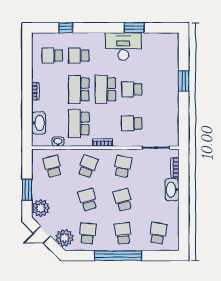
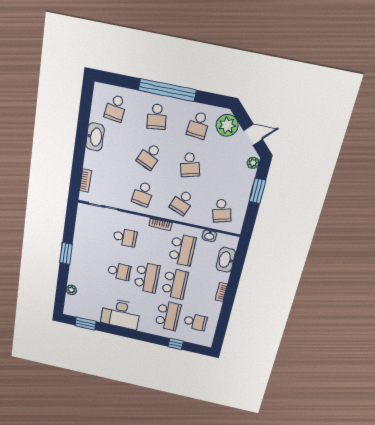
window: (134, 28) -> (85, 323), moved
school desk: (79, 56) -> (168, 316), width x1.85
plant: (174, 60) -> (71, 290), added
window: (184, 81) -> (66, 253), moved
washbasin: (172, 190) -> (95, 137), moved
school desk: (123, 200) -> (150, 156), turned 39
plant: (41, 208) -> (253, 163), width x0.53, depth x0.53

